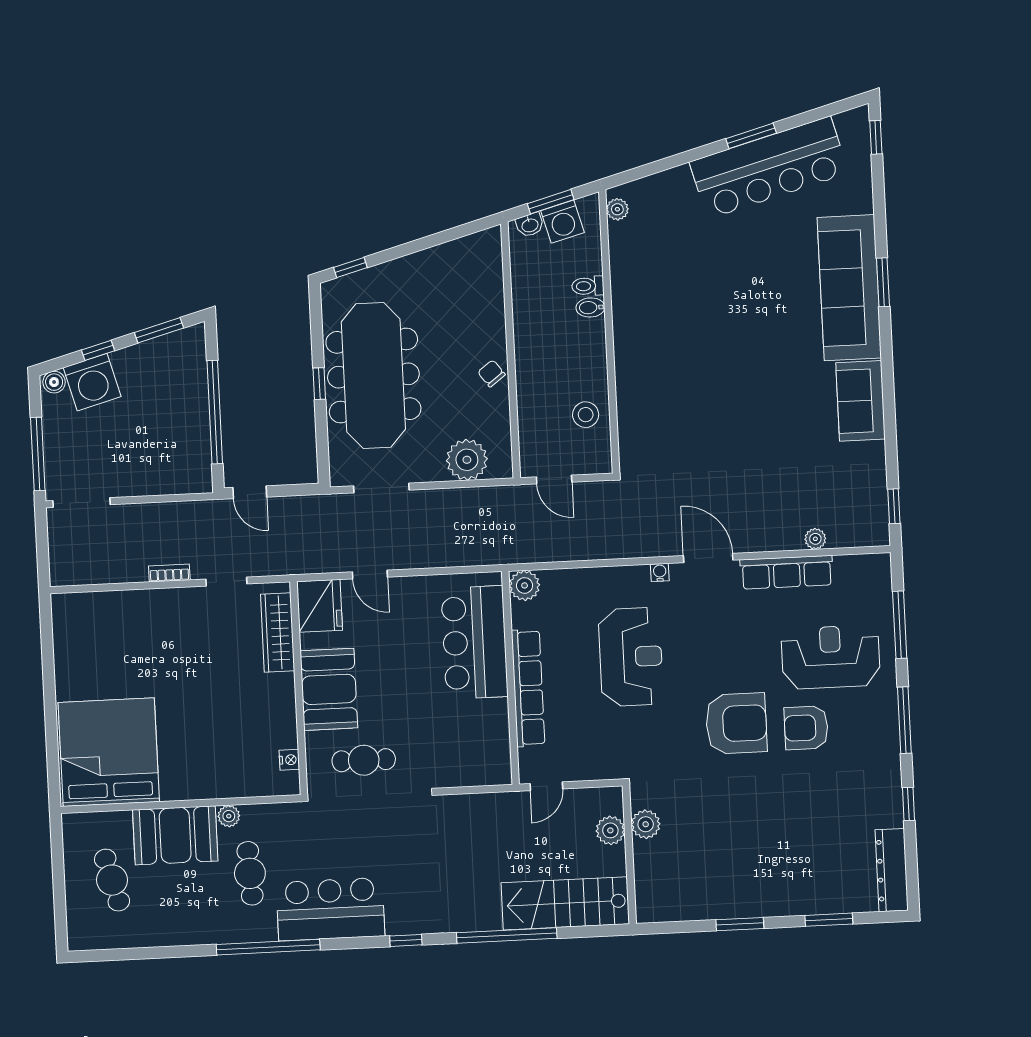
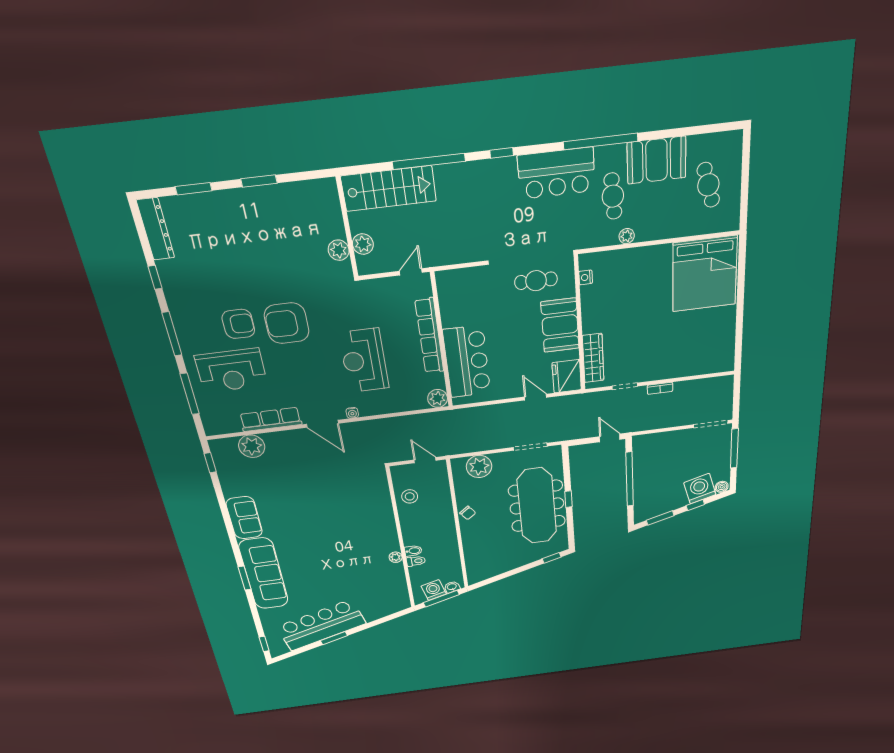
window: (551, 202) -> (441, 599), width x1.44
plant: (617, 209) -> (396, 557), moved
plant: (815, 539) -> (252, 446), width x1.88, depth x1.88
booth: (175, 835) -> (657, 160), moved

